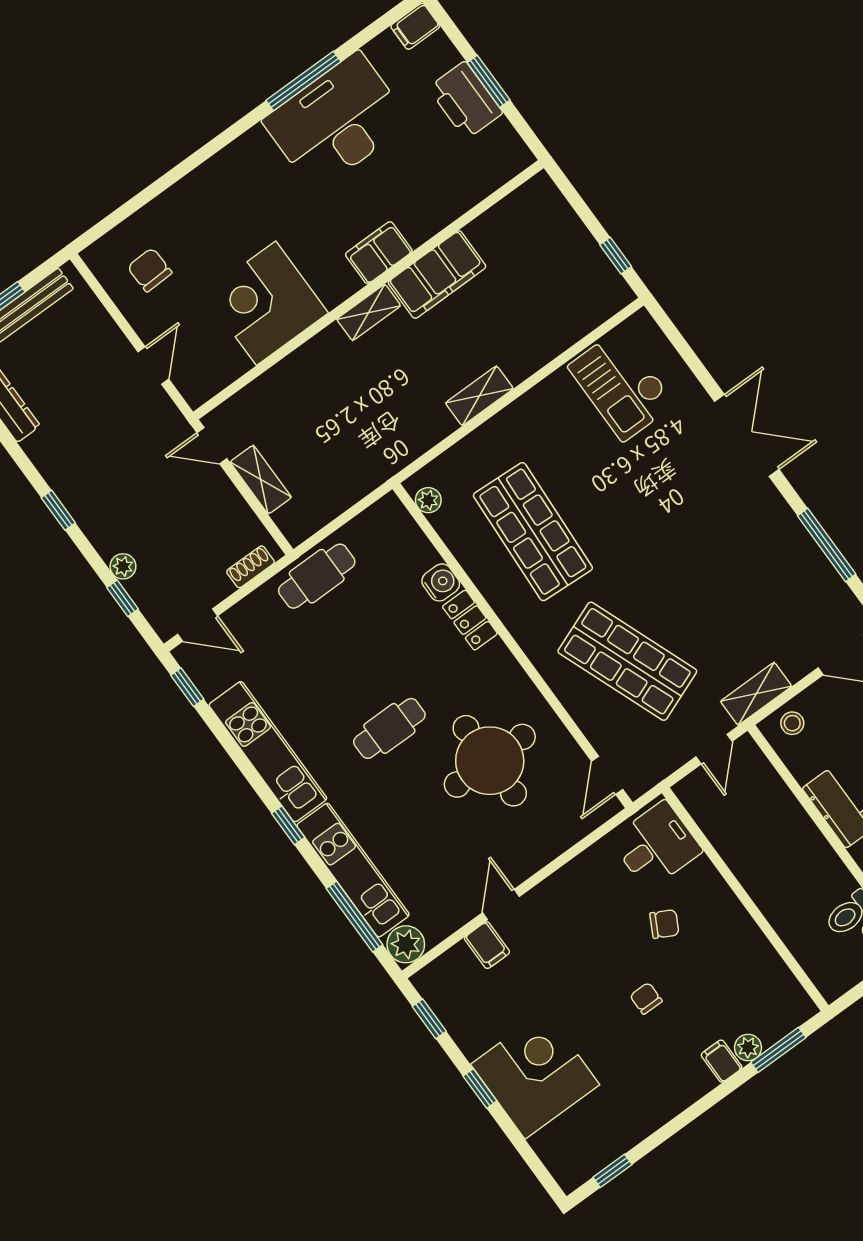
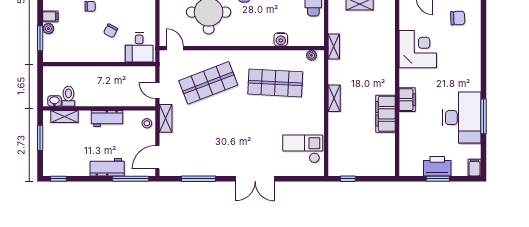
shelving: (369, 312) -> (334, 46), moved
locker: (470, 620) -> (261, 40), removed

